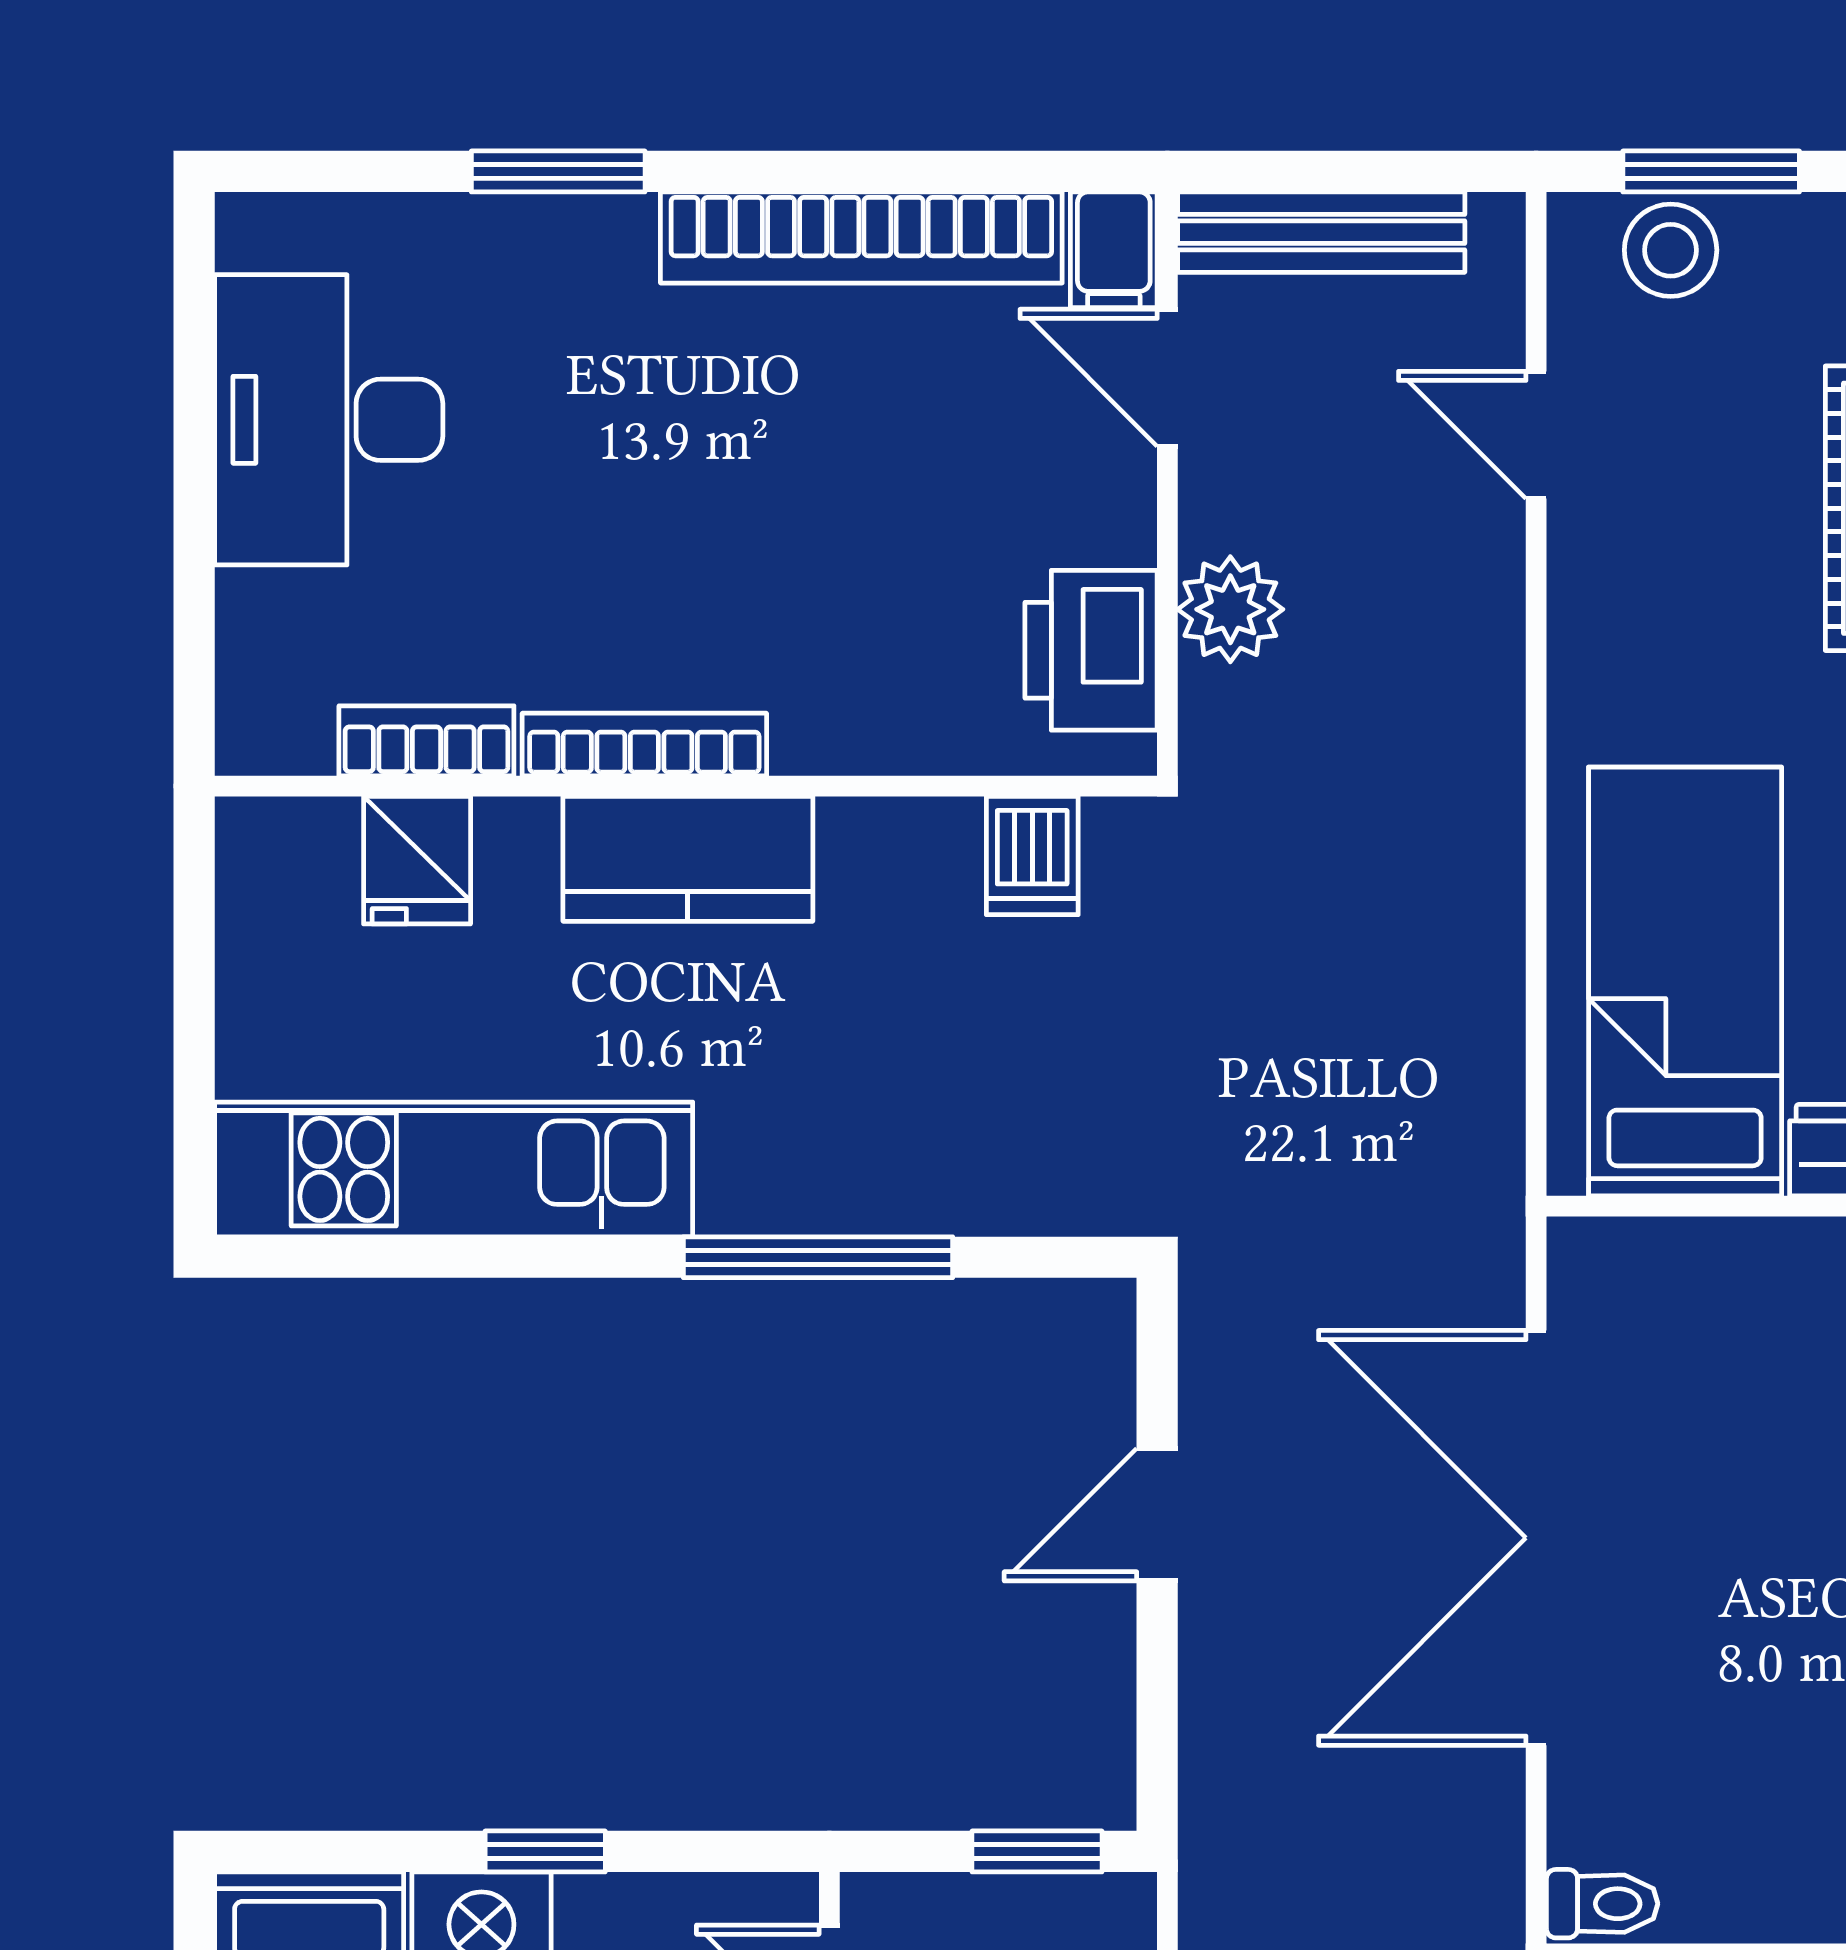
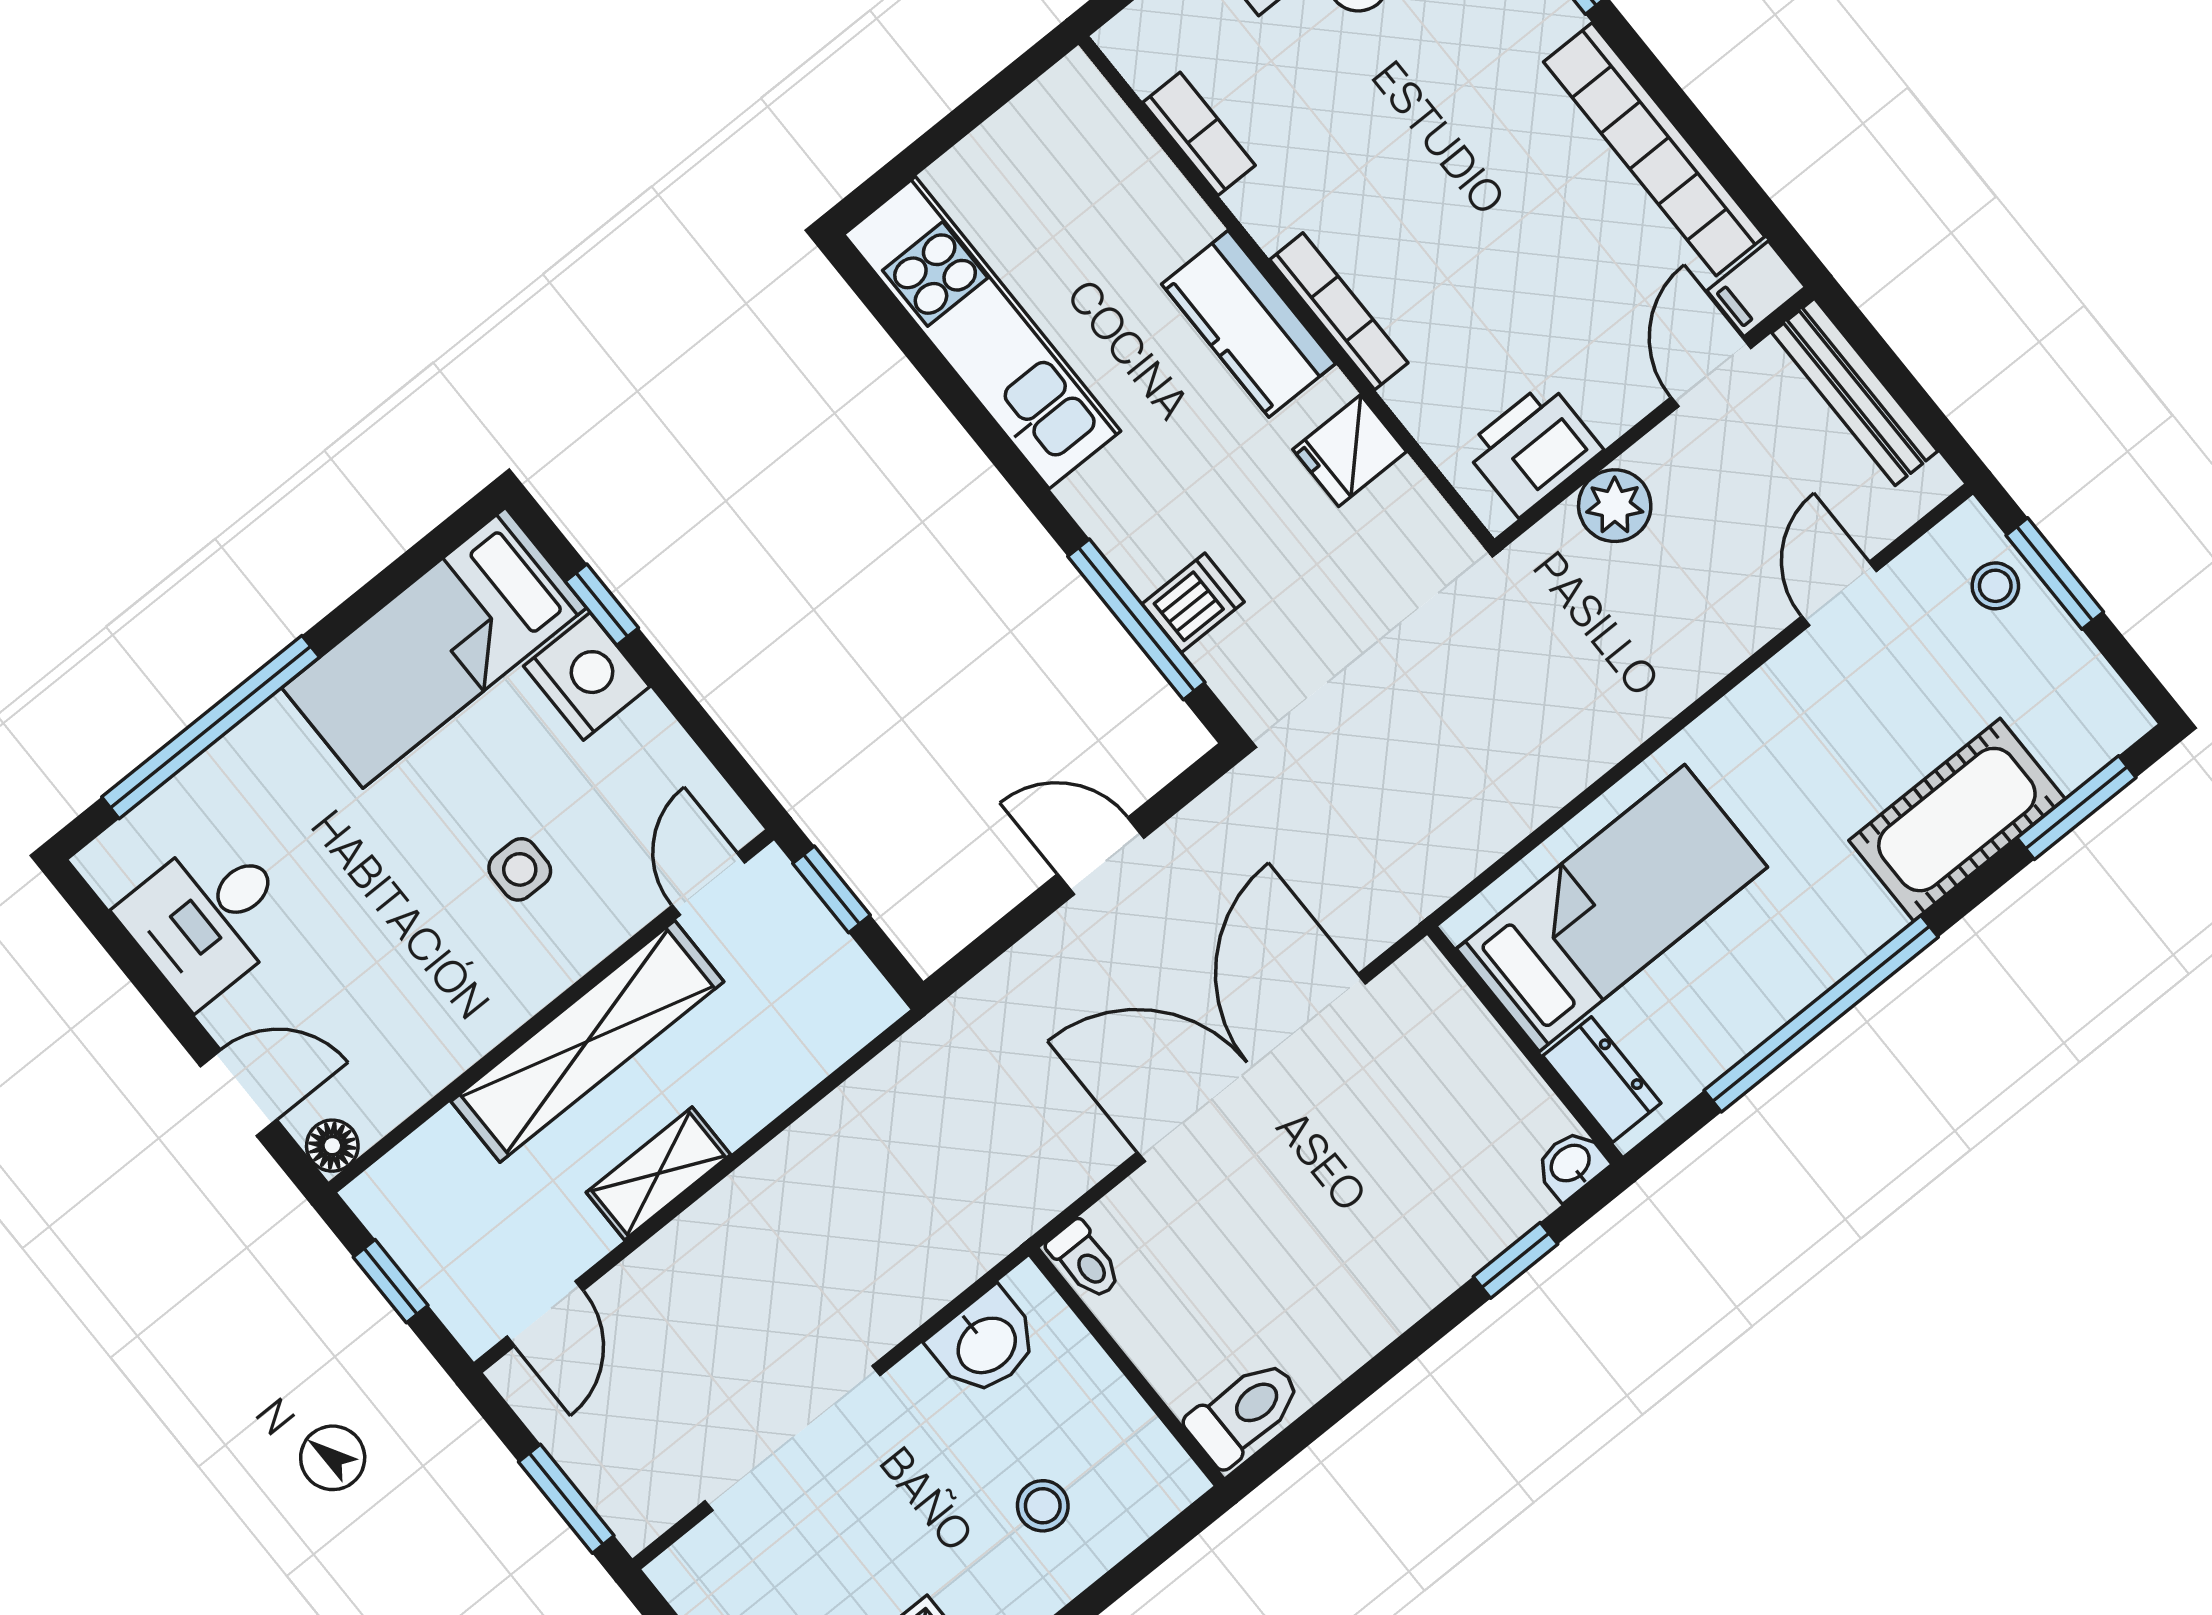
stool: (1671, 250) -> (1995, 586), width x0.73, depth x0.73
bookcase: (644, 745) -> (1339, 311), moved
dishwasher: (1032, 855) -> (1193, 603), moved, turned 180
fridge: (417, 860) -> (1350, 451), moved
window: (818, 1257) -> (1136, 619), moved
window: (545, 1851) -> (602, 605), moved
window: (1037, 1851) -> (832, 889), moved

